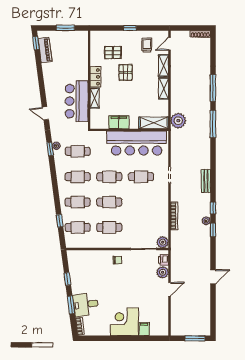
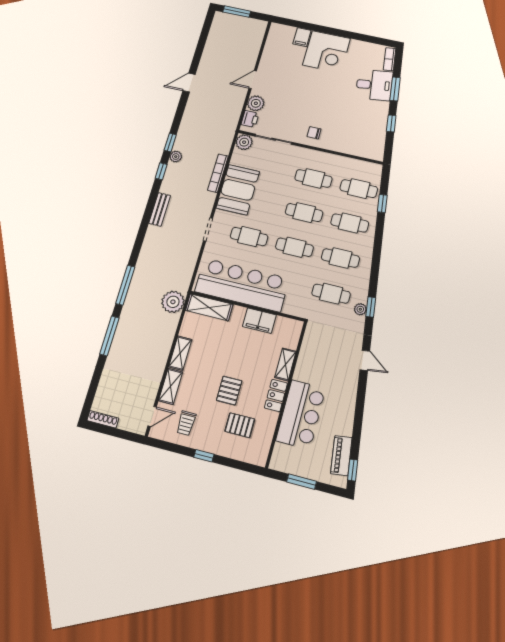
bar counter: (77, 101) -> (301, 414), moved
booth: (158, 207) -> (238, 190), added

